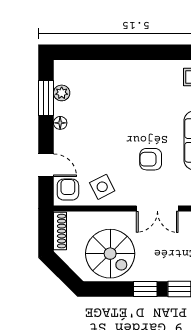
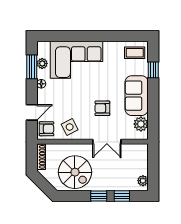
corner sofa: (112, 87) -> (77, 60), added
door: (46, 165) -> (32, 112), hinge flipped
armchair: (68, 190) -> (46, 129), turned 90

